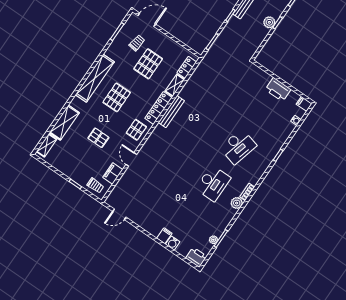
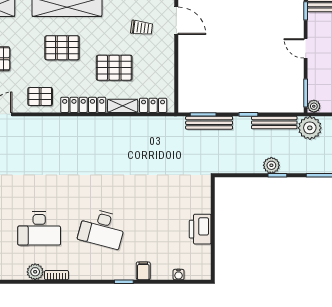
pallet: (148, 64) -> (114, 68), moved
filing cabinet: (304, 104) -> (143, 271), moved
bench: (171, 112) -> (209, 123), moved

